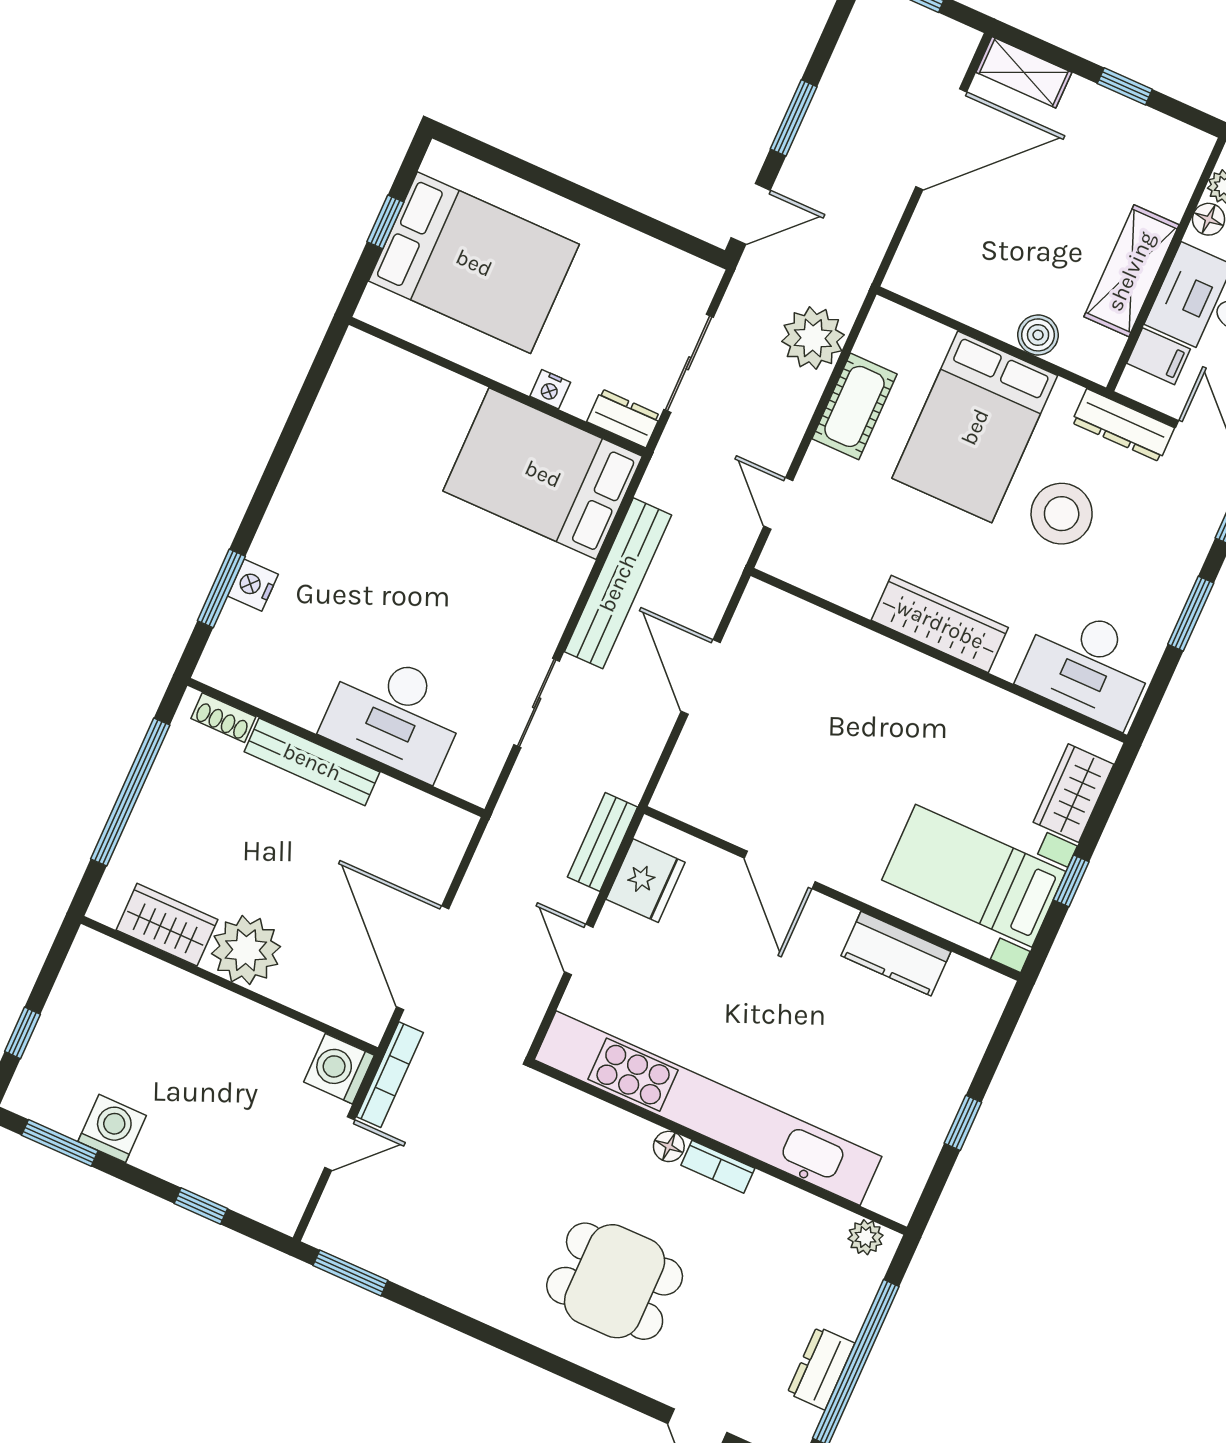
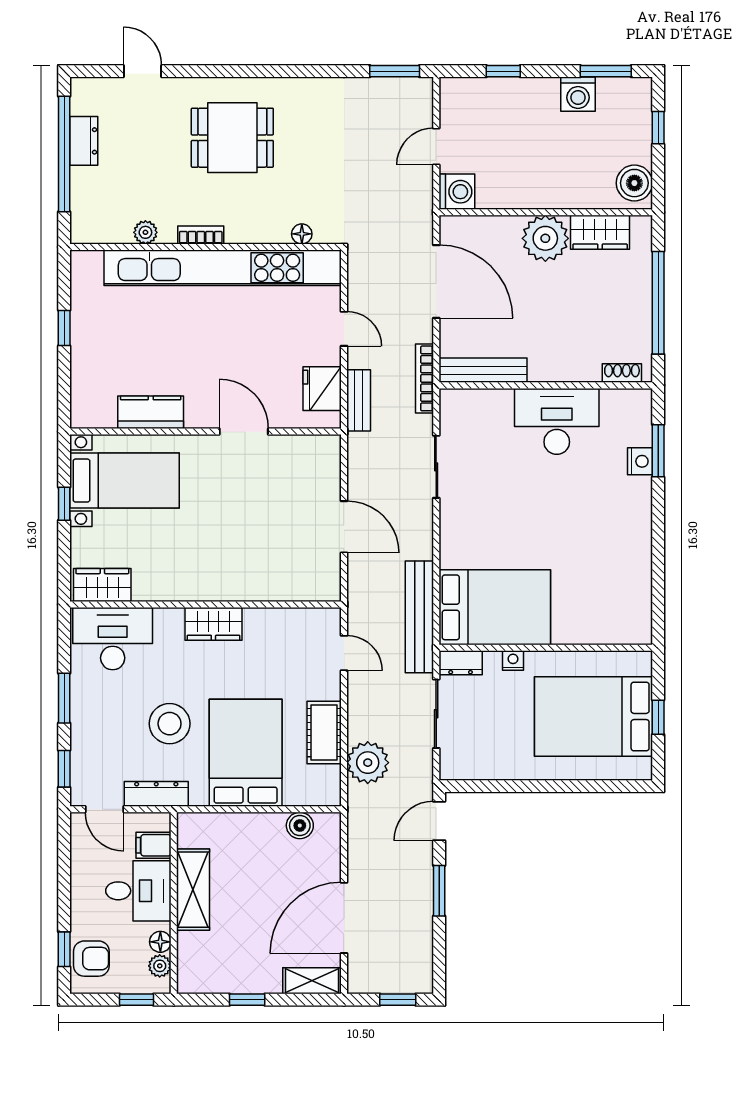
boiler: (1038, 335) -> (300, 825), moved
bench: (618, 583) -> (419, 617), moved
wardrobe: (940, 624) -> (213, 624), width x0.67
desk: (395, 715) -> (557, 421), moved
bench: (312, 762) -> (483, 370), moved
wardrobe: (1074, 793) -> (102, 585), moved, turned -90
boiler: (89, 971) -> (634, 183), added
bookcase: (390, 1075) -> (424, 378), moved
floor lamp: (669, 1146) -> (302, 234), moved
plant: (866, 1237) -> (145, 232), moved

